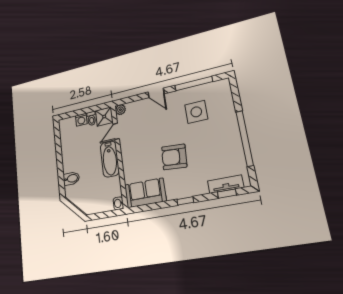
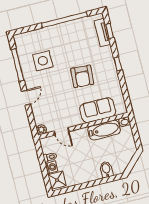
shower: (104, 117) -> (57, 180), moved
bathtub: (110, 159) -> (104, 130), moved
sofa: (145, 193) -> (98, 110), moved, turned 90

